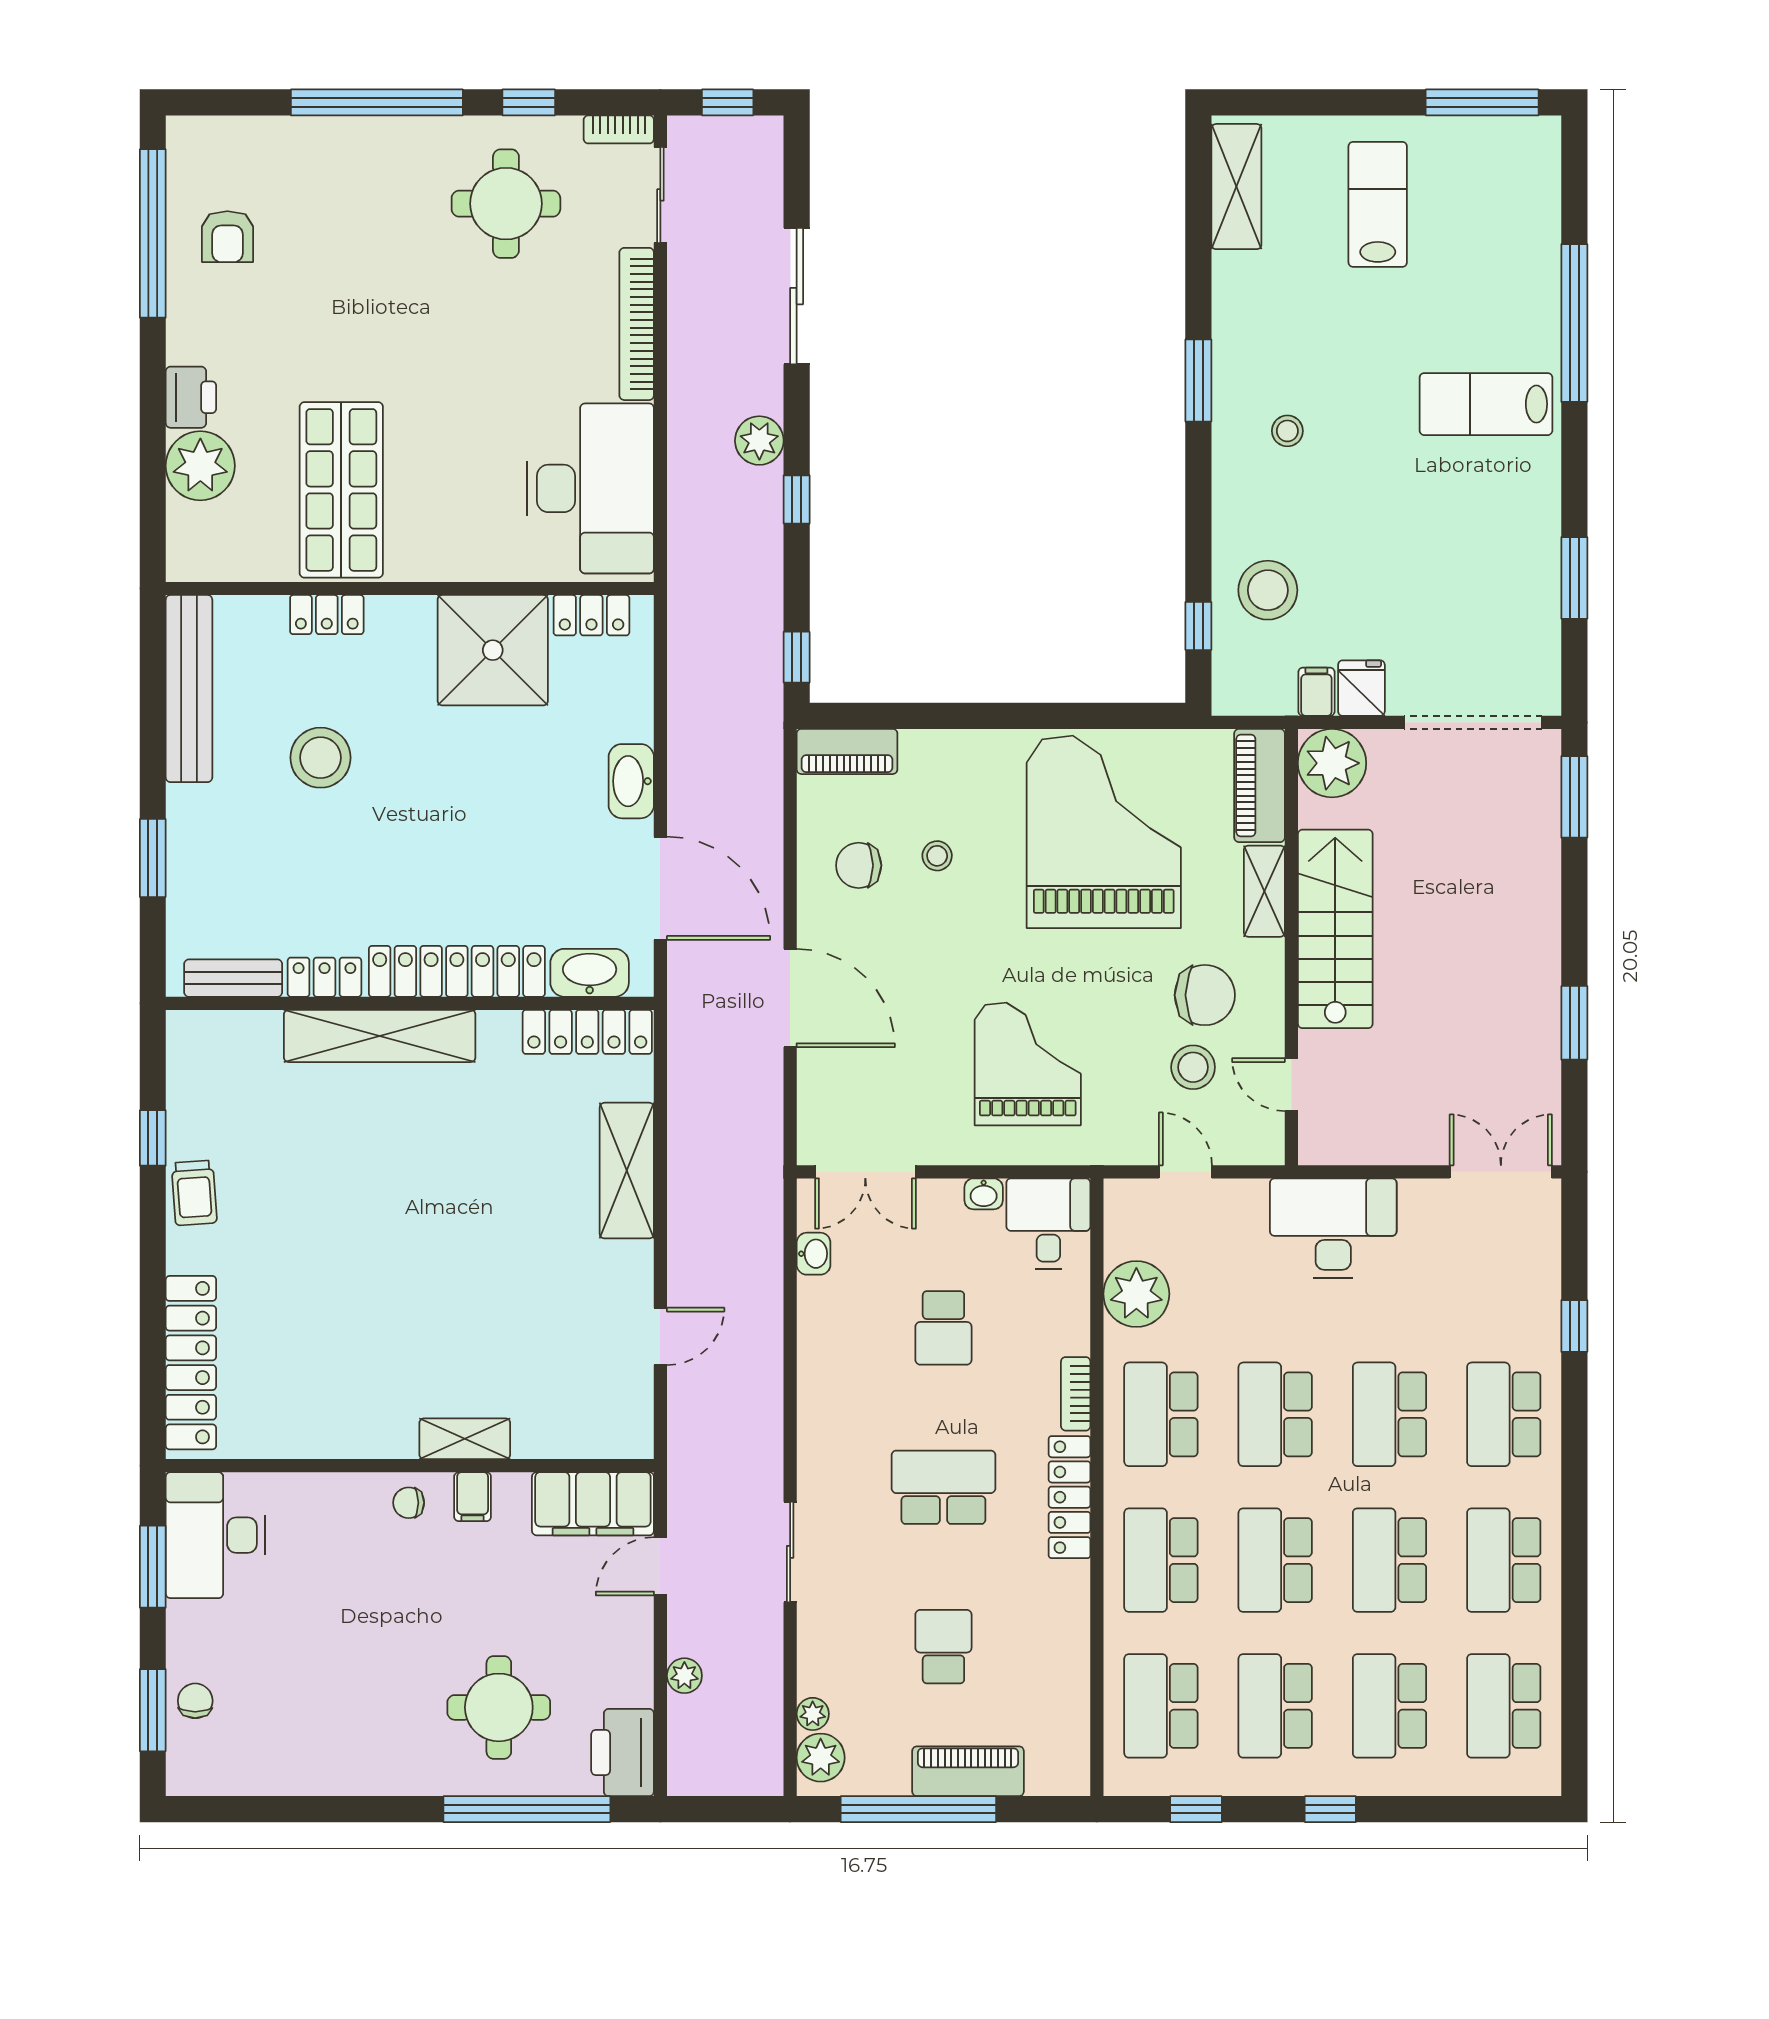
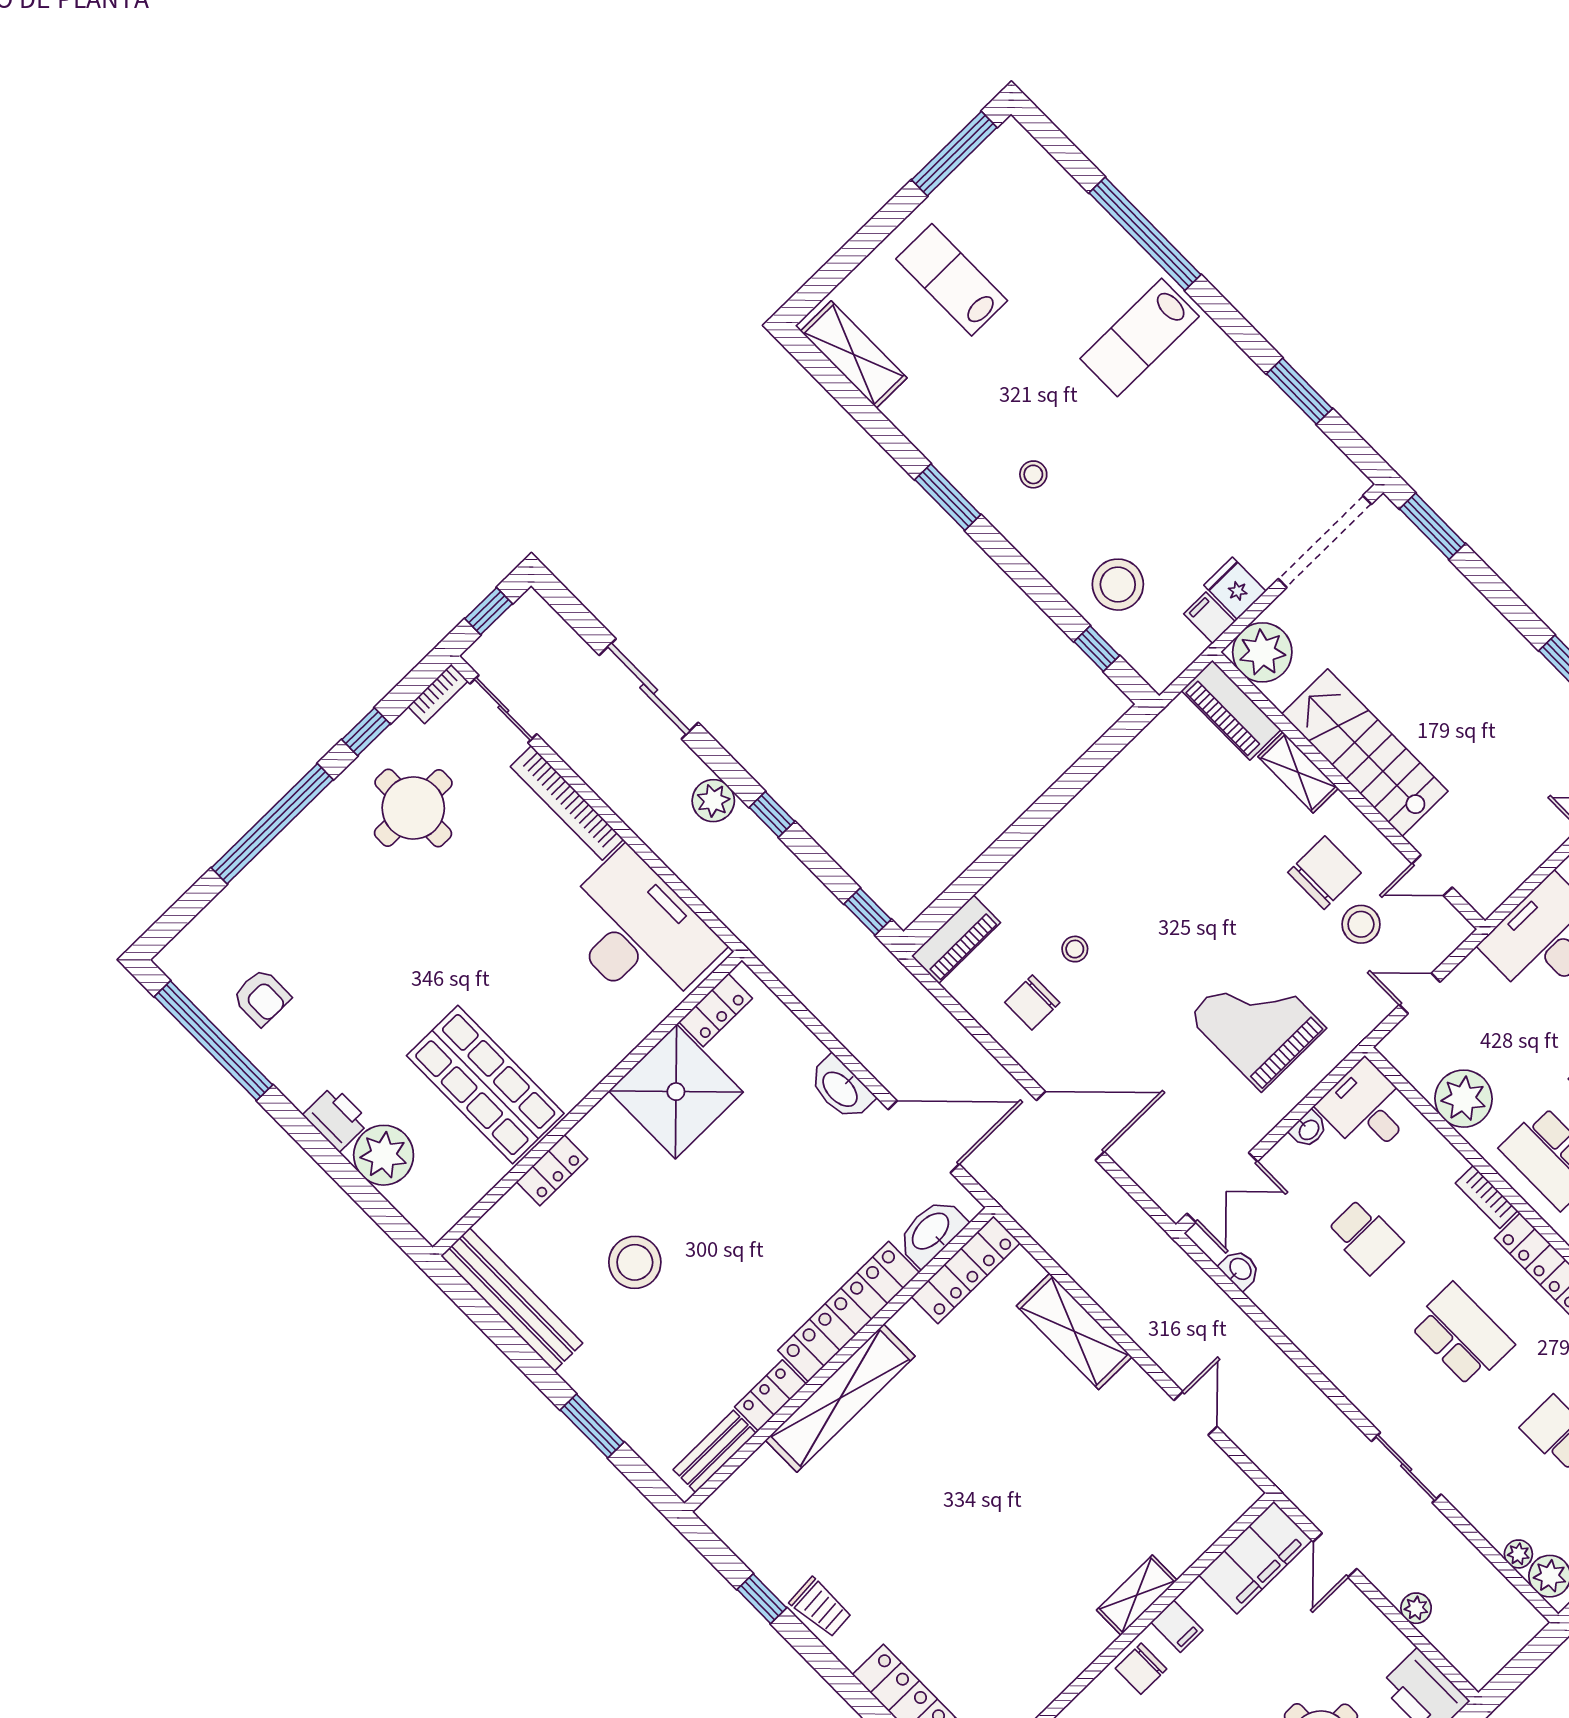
grand piano: (1104, 832) -> (1163, 833), removed
school desk: (943, 1487) -> (1462, 1335), turned 90
chair: (409, 1503) -> (1141, 1669), width x1.37, depth x1.37

